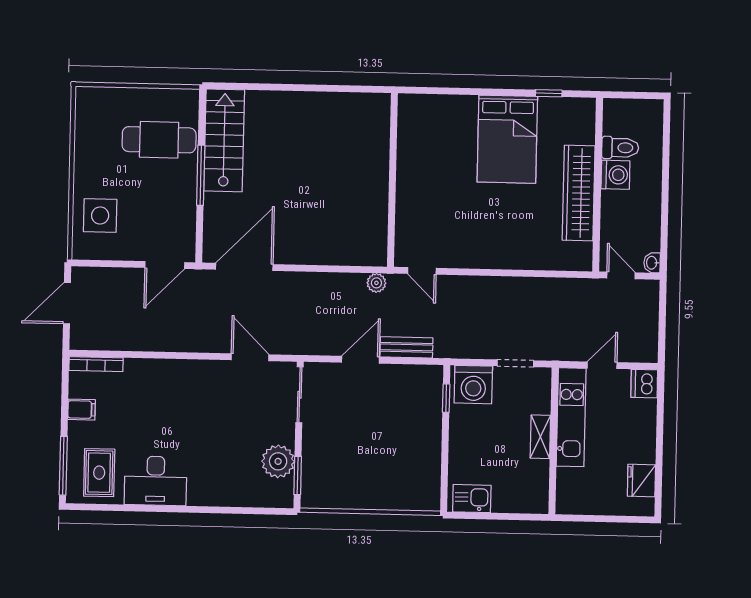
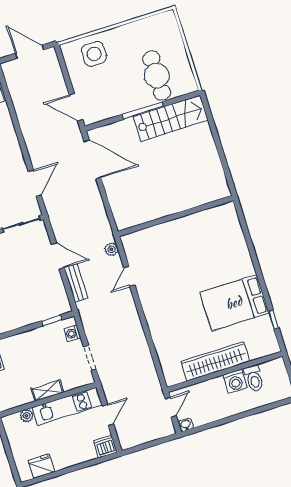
wall: (392, 180) -> (176, 216), moved
door: (602, 365) -> (108, 415), hinge flipped
washing machine: (473, 385) -> (72, 333), width x0.53, depth x0.53
plant: (565, 477) -> (27, 416), added

